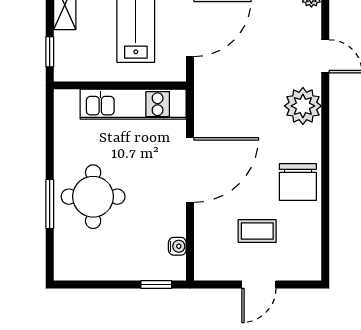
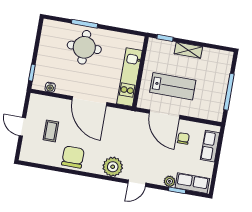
chair: (298, 182) -> (73, 157), turned 90

